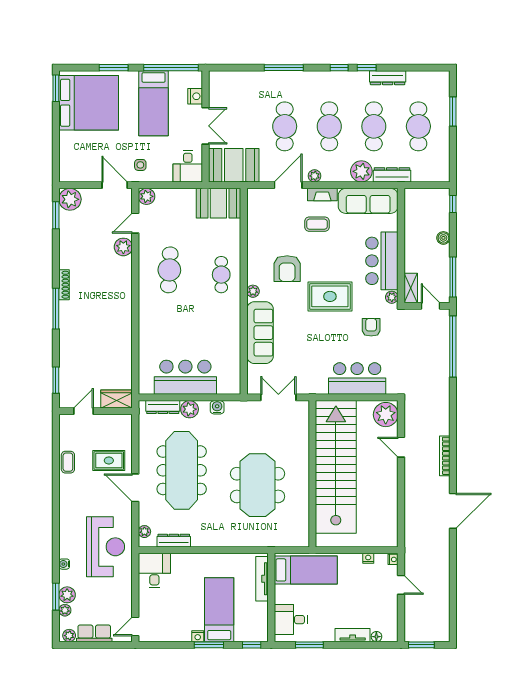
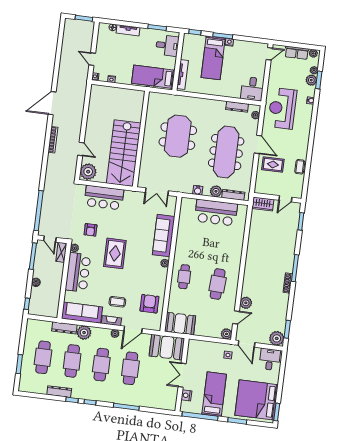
desk: (188, 166) -> (270, 359), moved
armchair: (287, 269) -> (149, 304), moved
rug: (330, 296) -> (115, 253), turned 90
stairs: (336, 467) -> (124, 153), width x0.73

